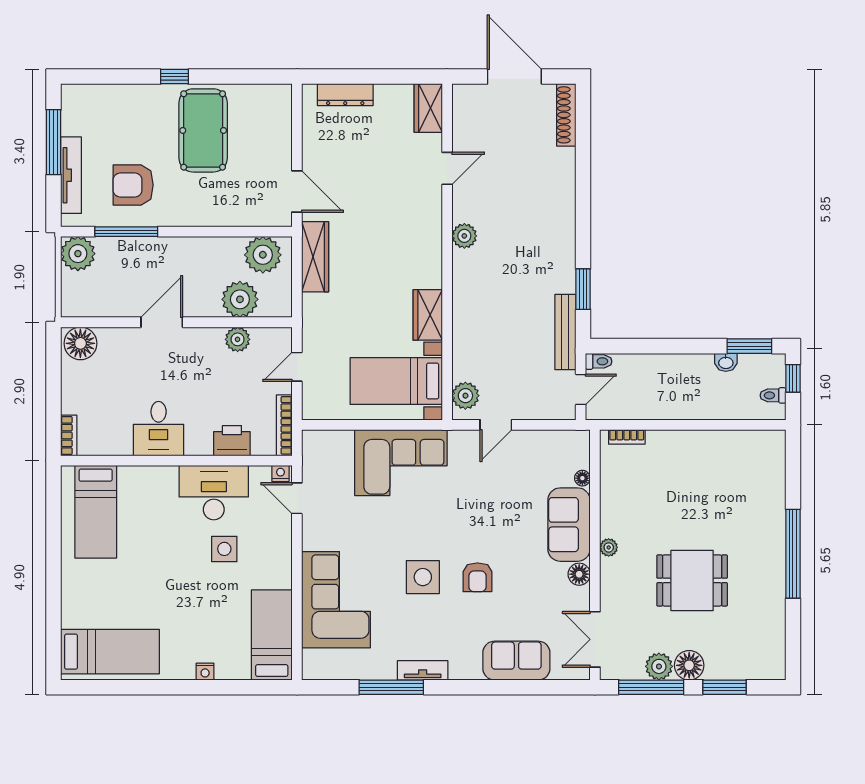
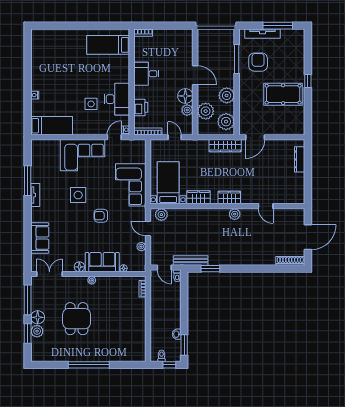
wardrobe: (428, 108) -> (229, 198), moved
plant: (78, 254) -> (227, 95), moved
floor lamp: (80, 343) -> (185, 96), moved
plant: (535, 440) -> (141, 247), added
armchair: (477, 577) -> (101, 216), moved
corner sofa: (336, 600) -> (83, 155), moved
bed: (110, 652) -> (44, 51), removed
plant: (659, 666) -> (37, 331), moved

